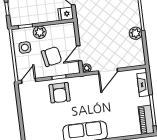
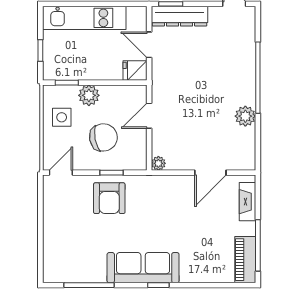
door: (79, 53) -> (149, 116), moved
door: (108, 71) -> (210, 173), moved

